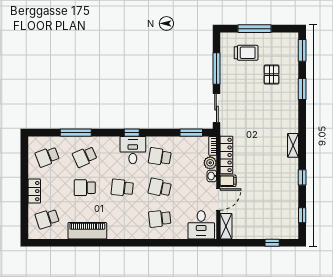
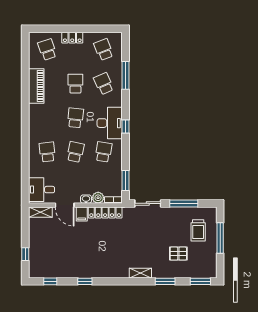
shelving: (293, 145) -> (140, 273), moved
desk: (133, 150) -> (110, 123), width x1.37

